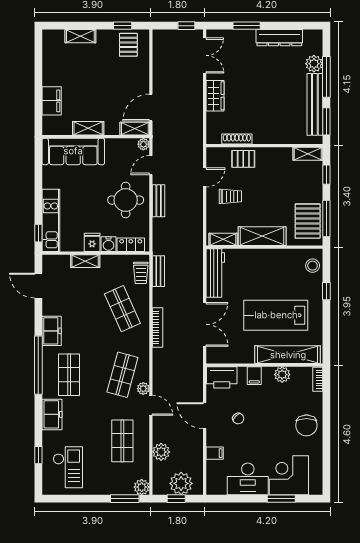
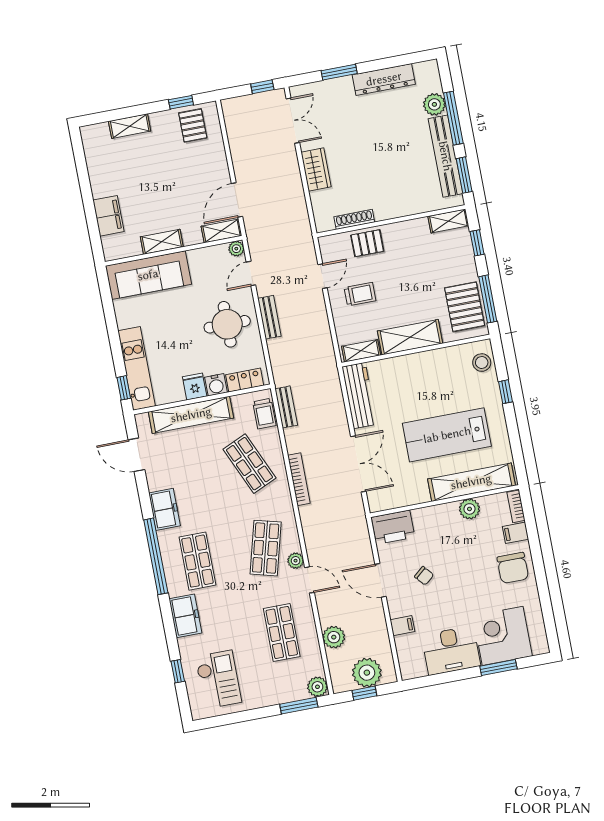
shelving: (85, 261) -> (191, 415), width x2.20, depth x1.33
filing cabinet: (254, 376) -> (516, 533), moved, turned 90

